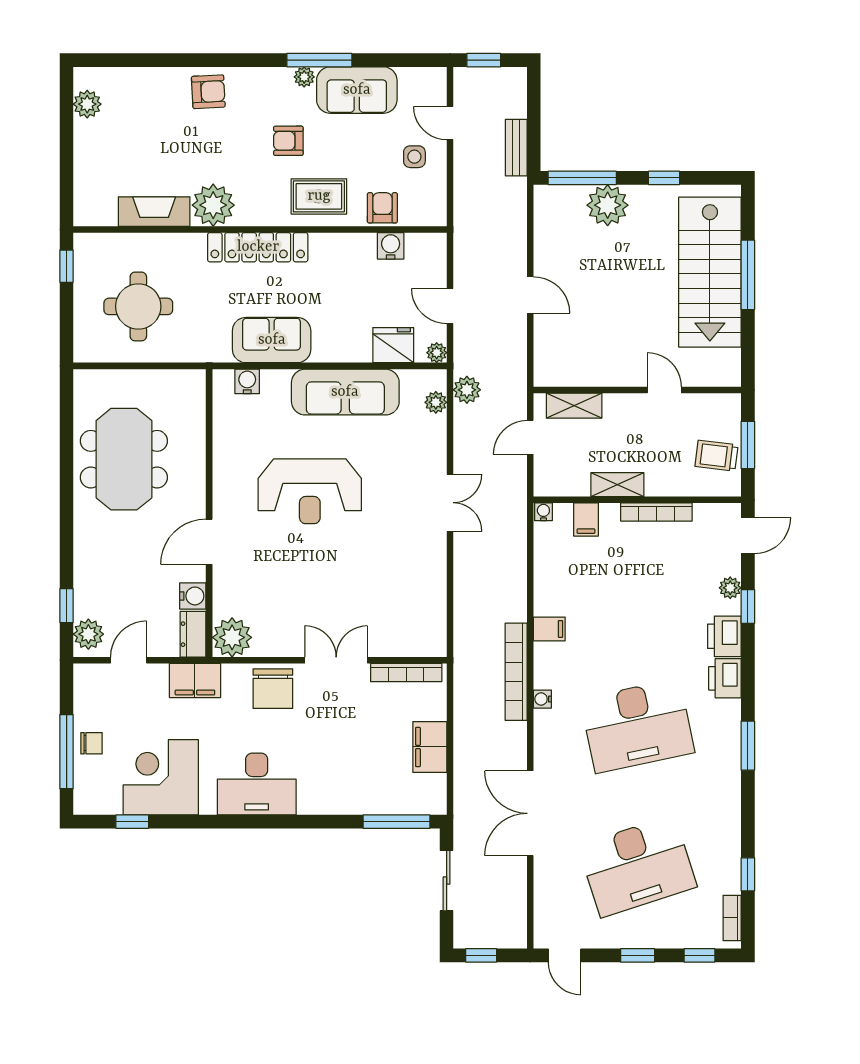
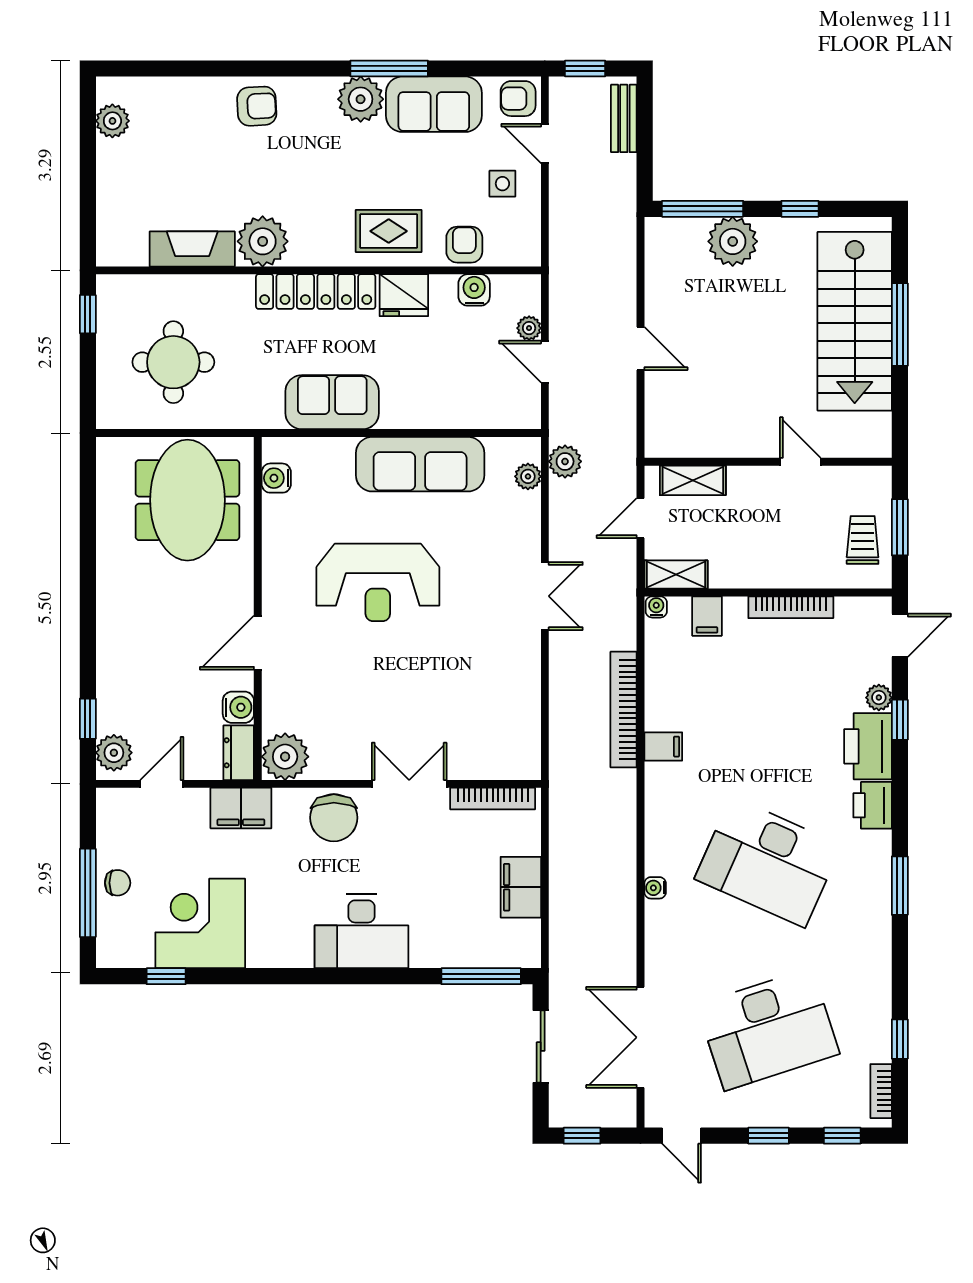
plant: (304, 77) -> (361, 99), width x1.88, depth x1.88
armchair: (288, 141) -> (518, 99), moved
bench: (516, 148) -> (624, 118), moved
fridge: (393, 345) -> (404, 295), moved, turned 180
plant: (437, 353) -> (529, 328), moved
water cooler: (247, 381) -> (276, 478), moved, turned -90
trolley: (717, 456) -> (863, 540), turned 83
meeting table: (124, 459) -> (187, 500), moved
shelving: (617, 485) -> (676, 574), moved
printer: (724, 636) -> (868, 746), width x1.37, depth x1.19
bookcase: (516, 672) -> (624, 710), moved
water cooler: (542, 699) -> (655, 888), moved
desk: (637, 726) -> (768, 862), turned 36
desk: (257, 784) -> (362, 931), moved
double door: (530, 813) -> (641, 1037), moved

